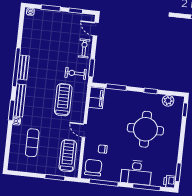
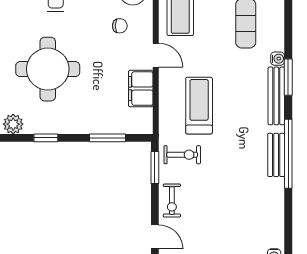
filing cabinet: (96, 98) -> (141, 89), moved
treadmill: (63, 100) -> (199, 106), turned 180

